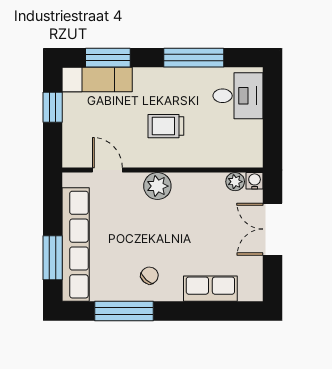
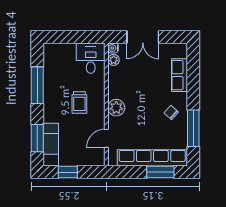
desk: (238, 96) -> (91, 58), moved

